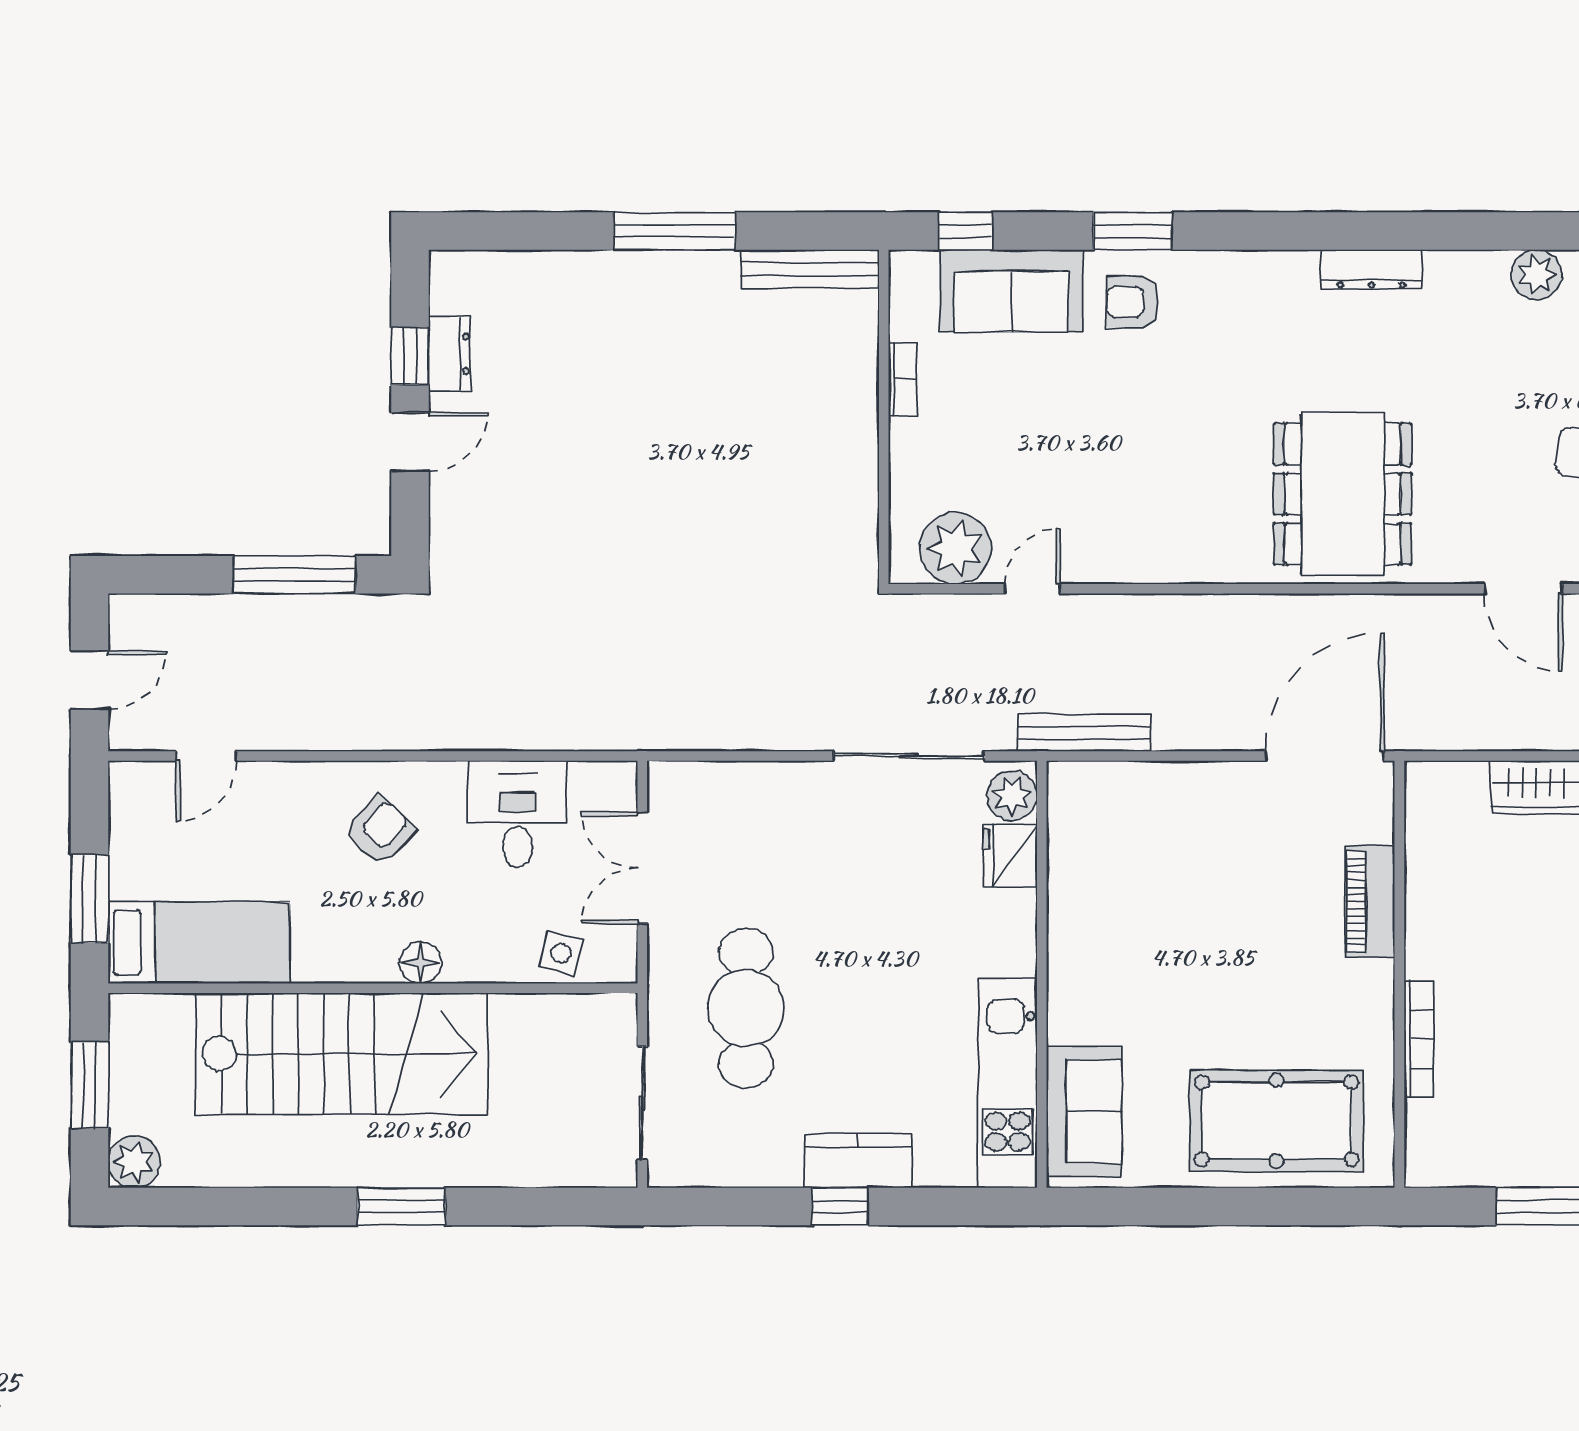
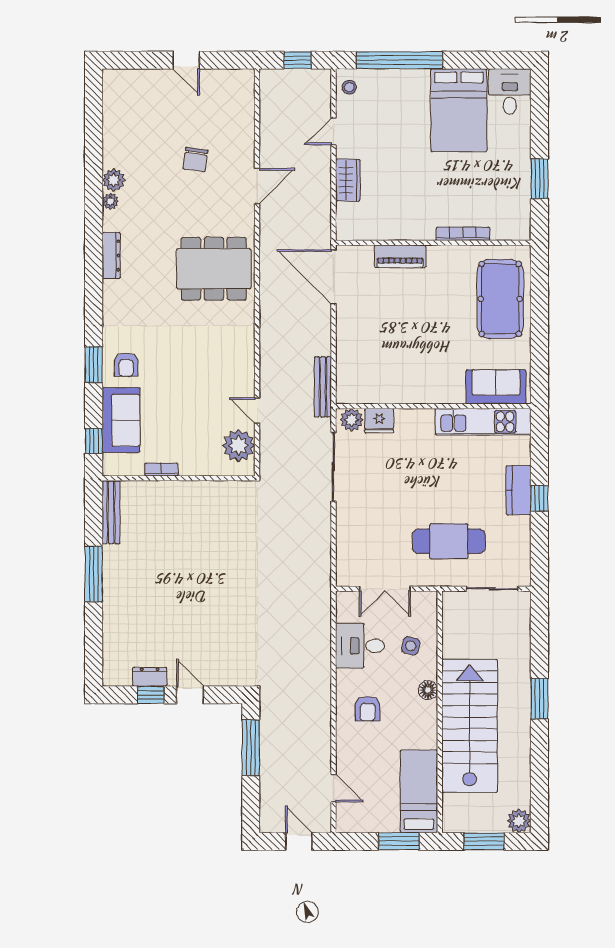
plant: (1490, 267) -> (110, 201), added
armchair: (380, 831) -> (368, 709), turned -133
side table: (561, 953) -> (411, 646), moved

